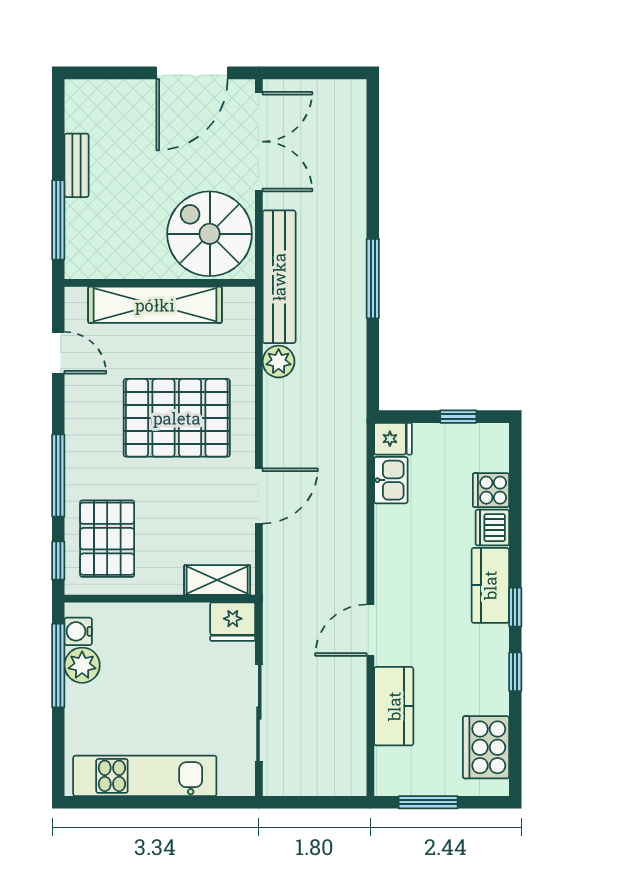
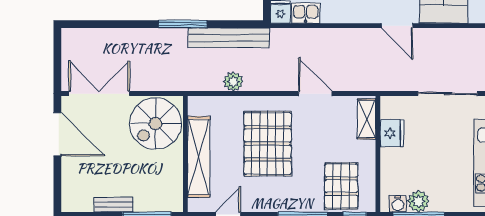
bench: (279, 277) -> (229, 38), moved
pallet: (107, 539) -> (341, 186), turned 90
fridge: (233, 622) -> (392, 133), moved

